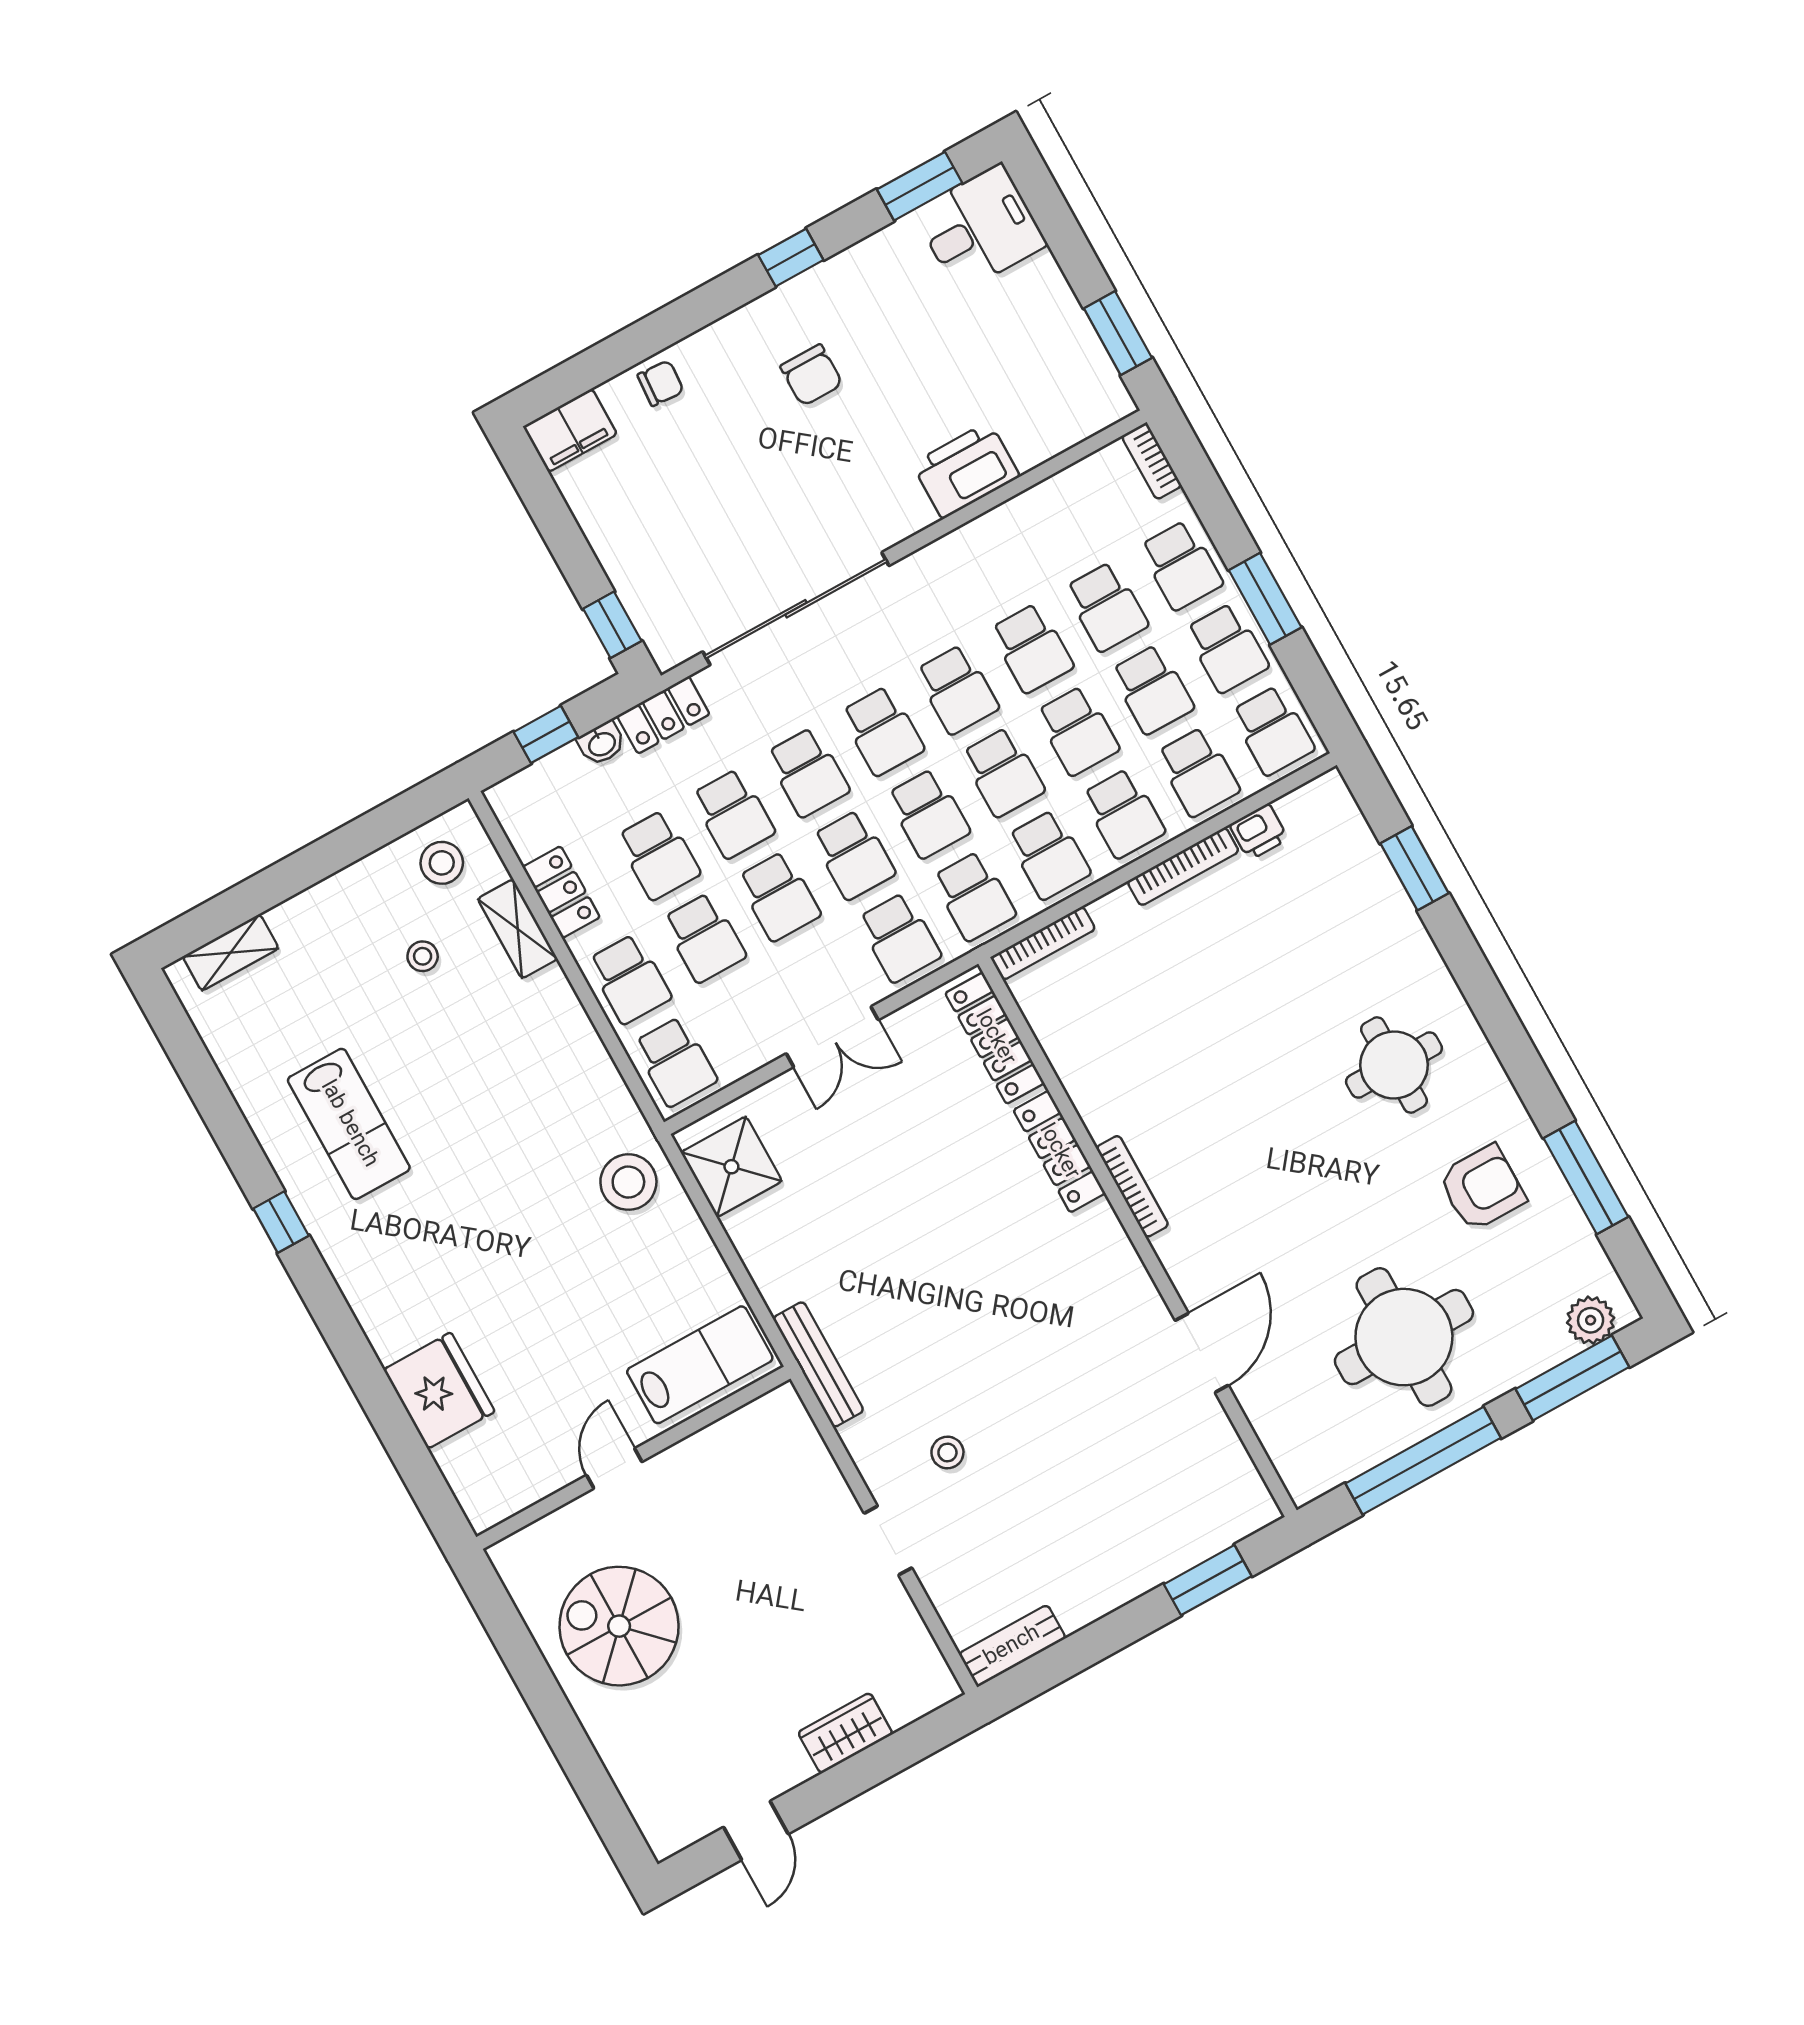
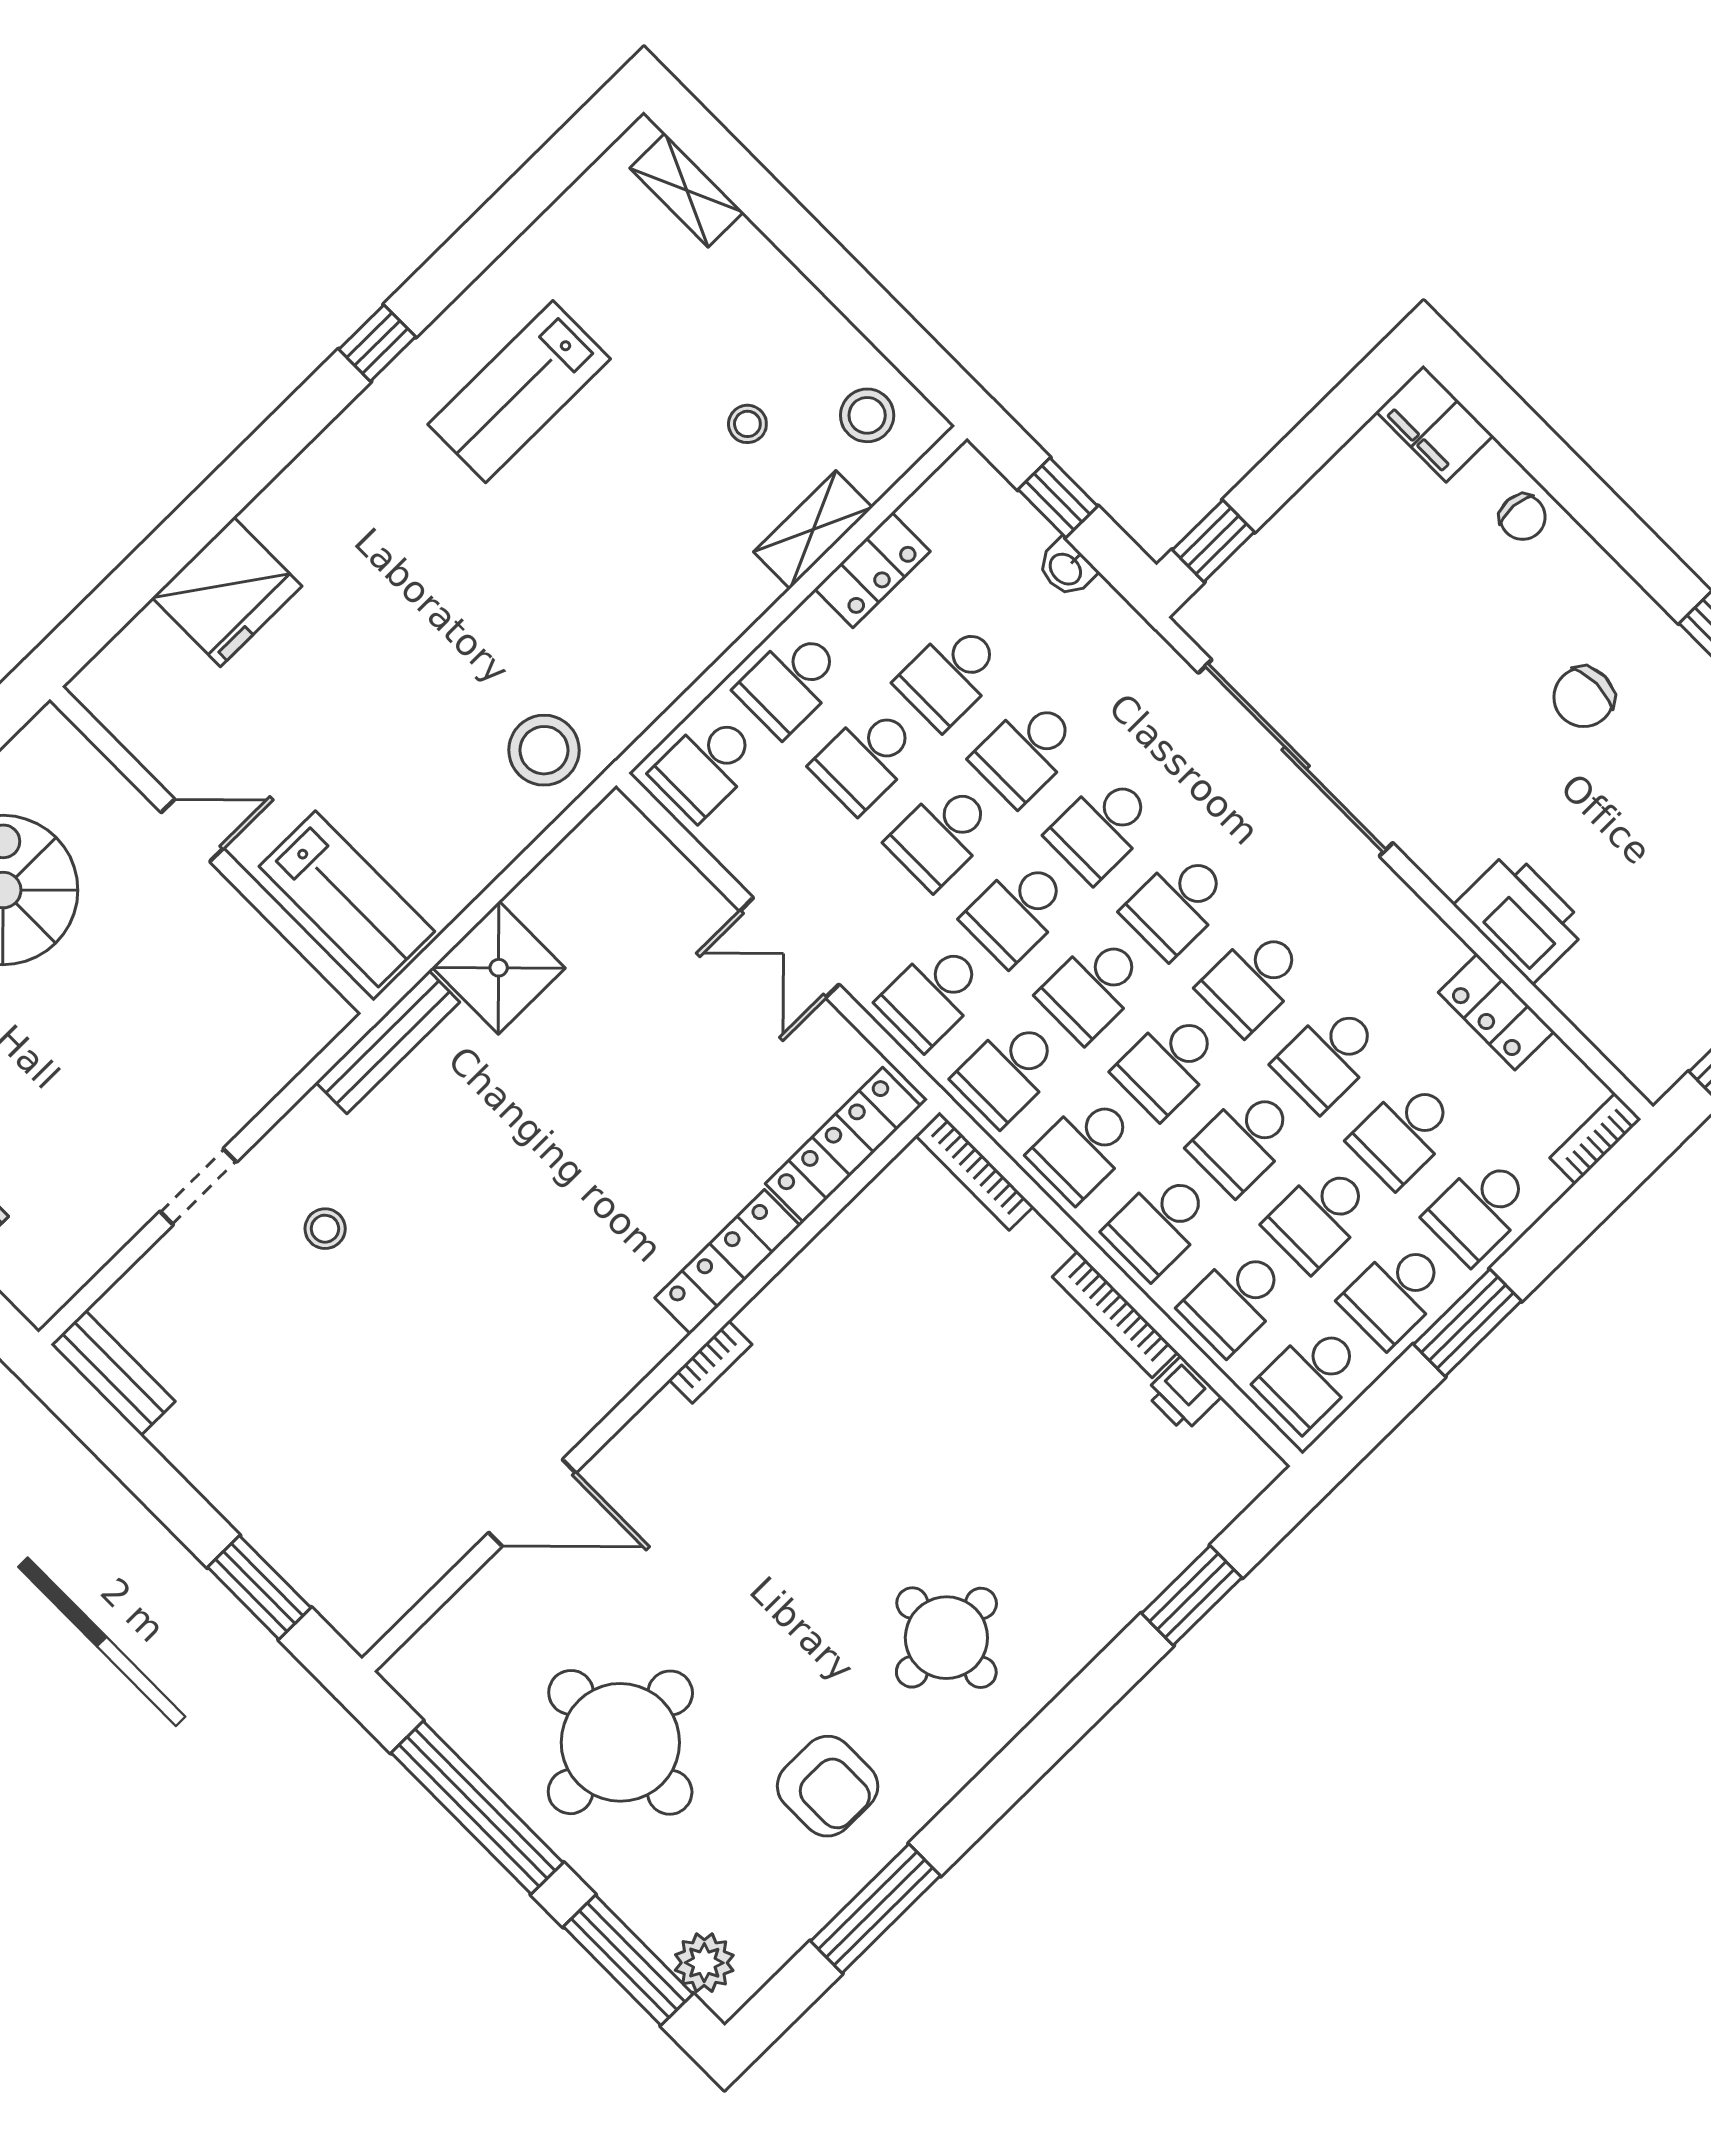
locker: (663, 715) -> (1496, 1012), moved
shower: (731, 1167) -> (499, 968), moved
bookcase: (1132, 1186) -> (710, 1362), width x0.64

